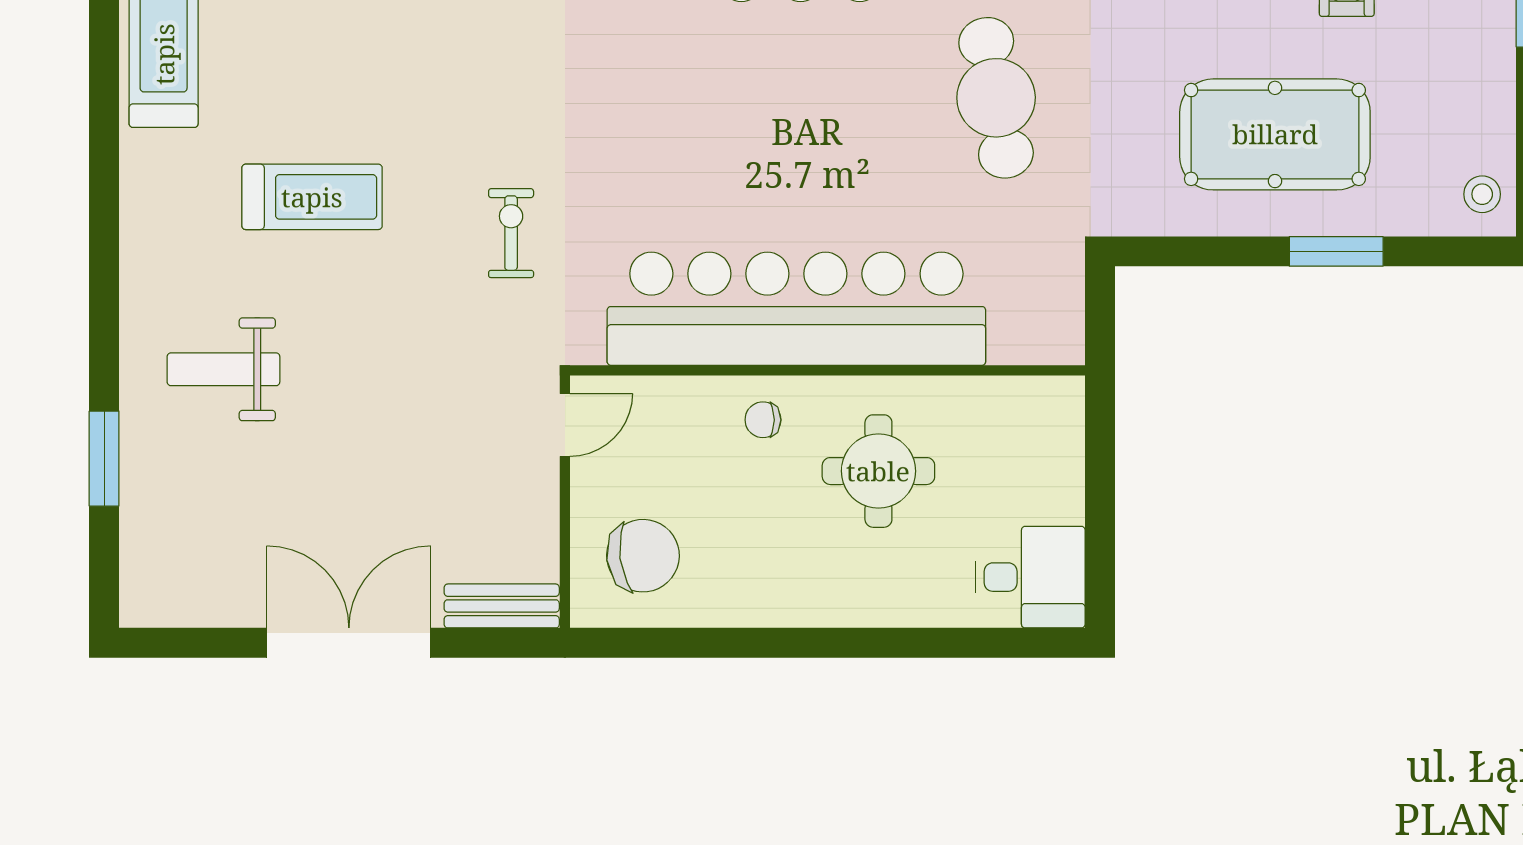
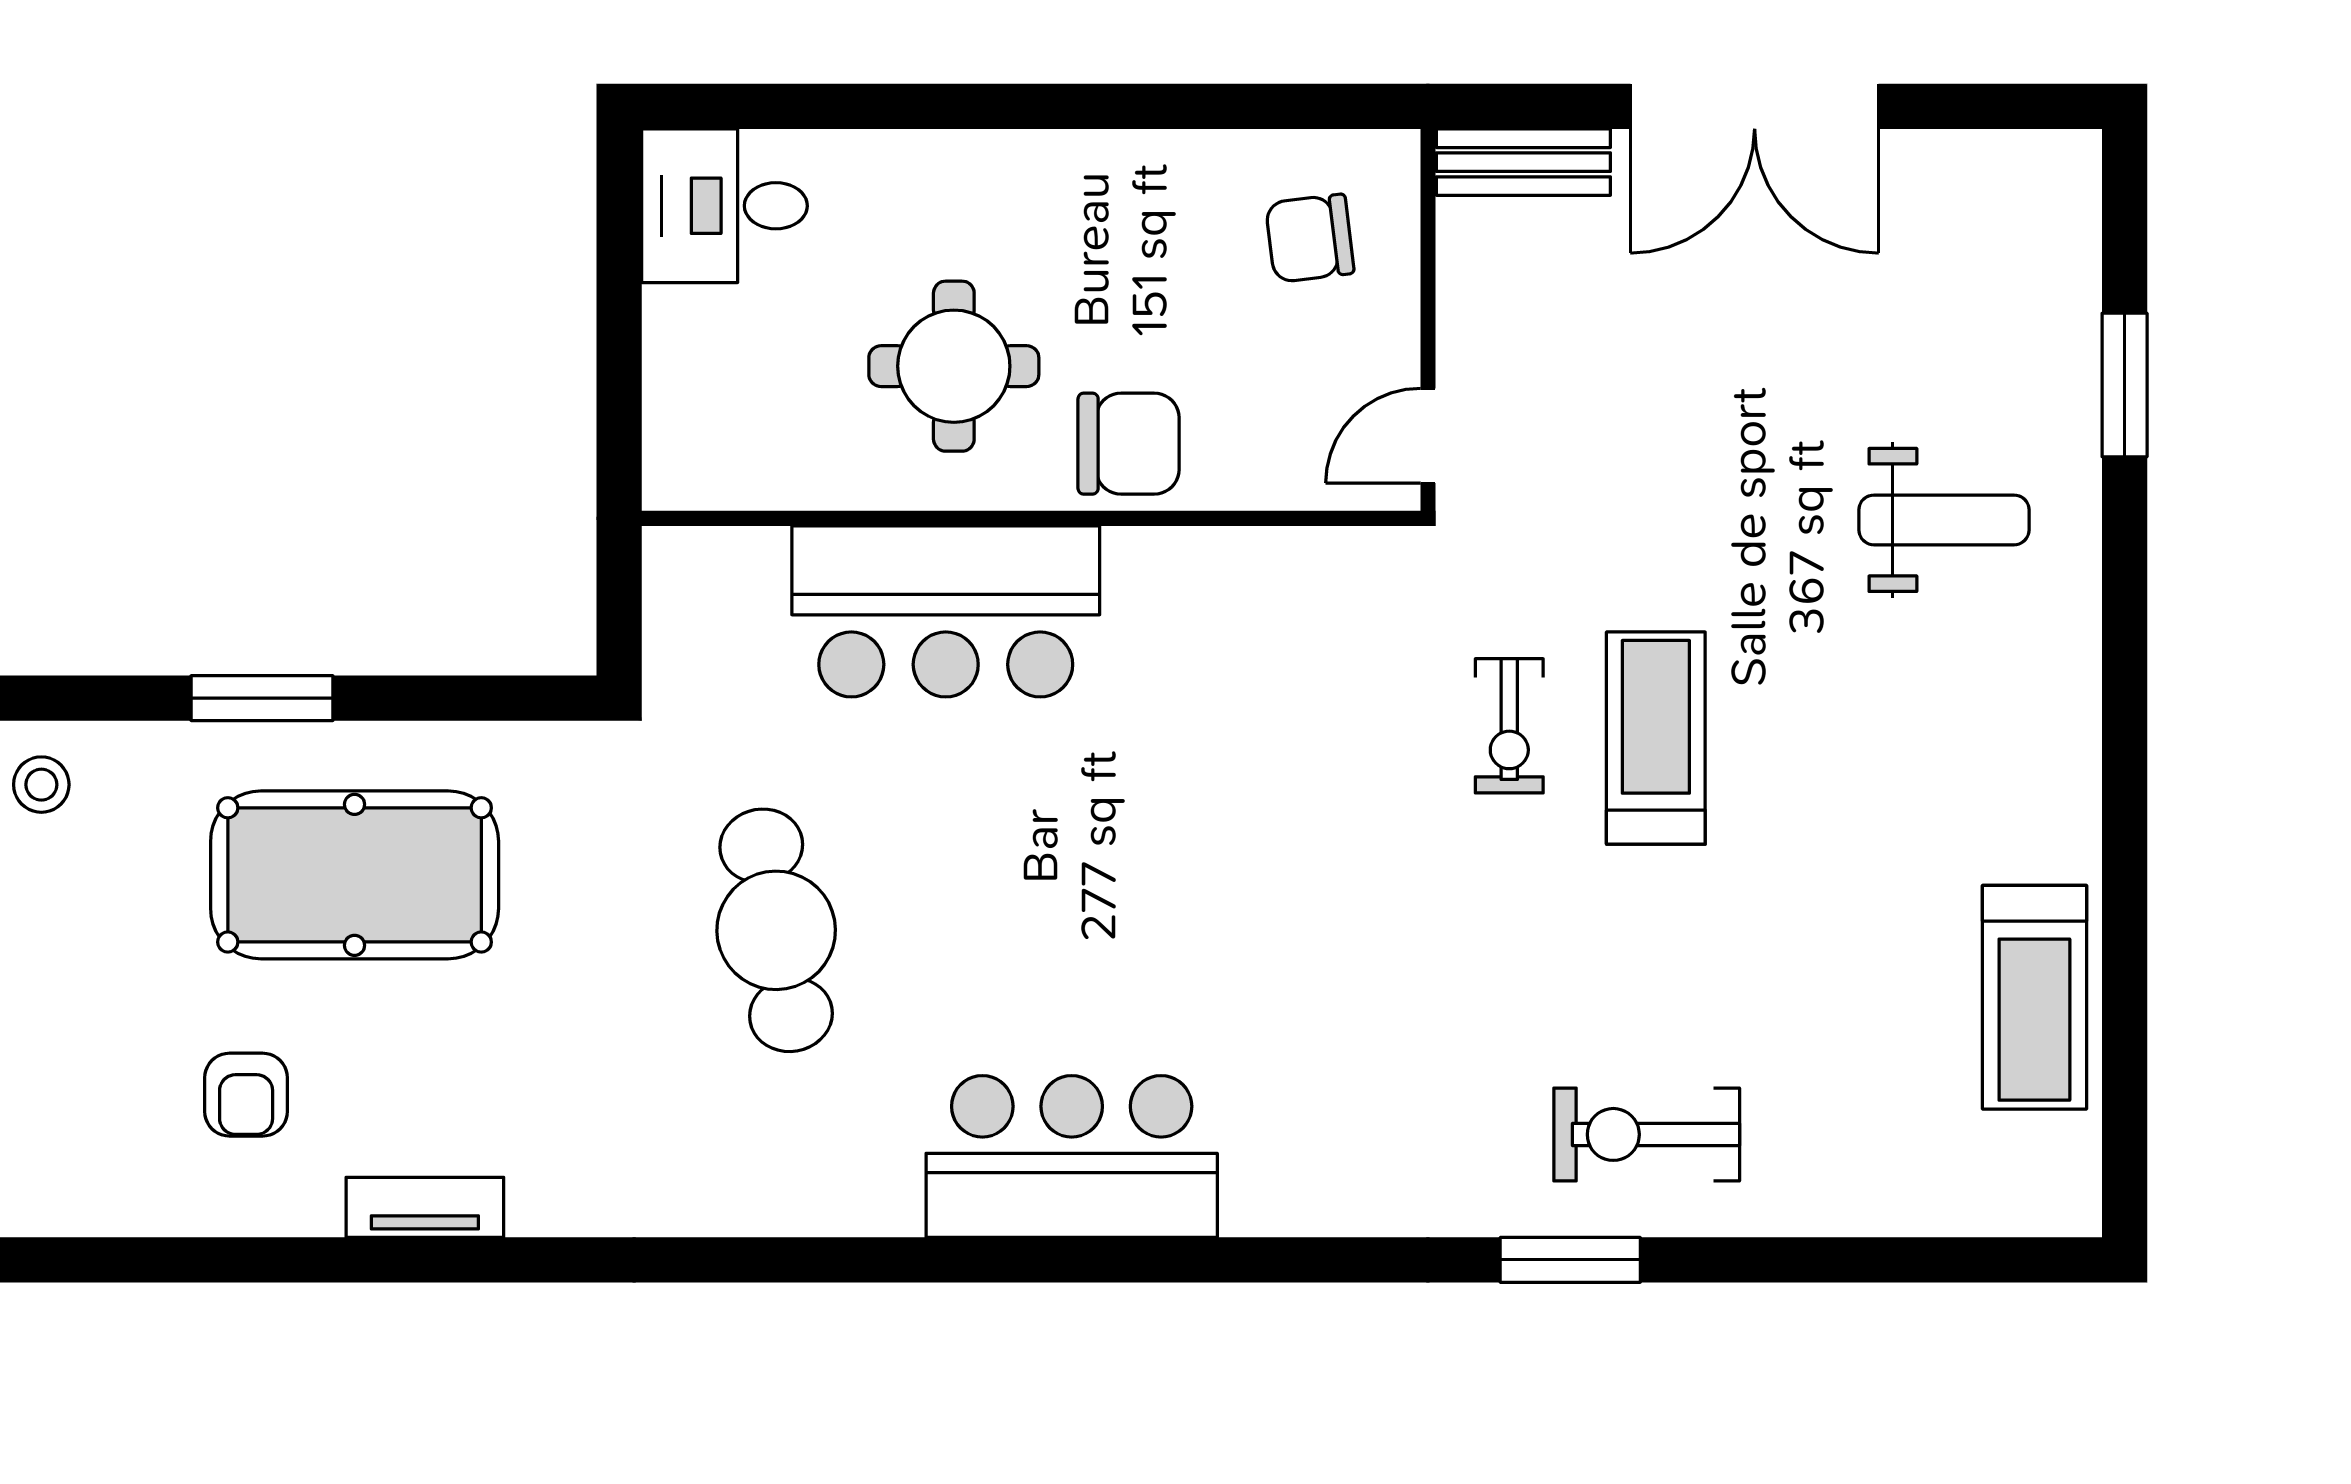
treadmill: (312, 197) -> (1656, 738), moved, turned 90
bar counter: (796, 309) -> (946, 611), width x0.54
chair: (763, 420) -> (1129, 444), width x1.87, depth x1.87
chair: (643, 556) -> (1310, 238), width x0.73, depth x0.73

